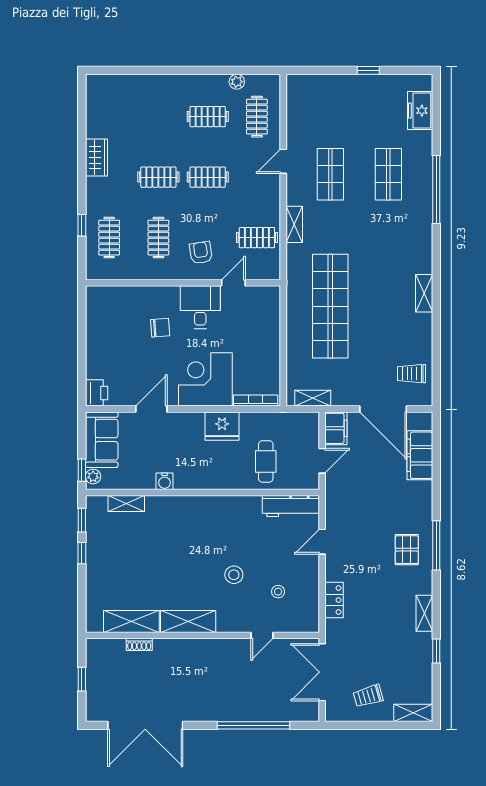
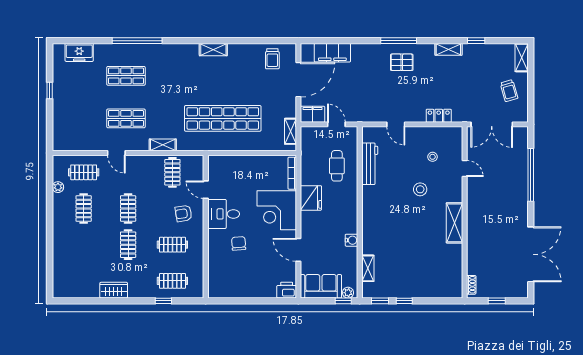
cafe table: (266, 461) -> (337, 166), turned 90
workbench: (291, 506) -> (370, 164), moved
shelving: (131, 621) -> (454, 265), removed
shoe rack: (139, 644) -> (471, 285), moved

